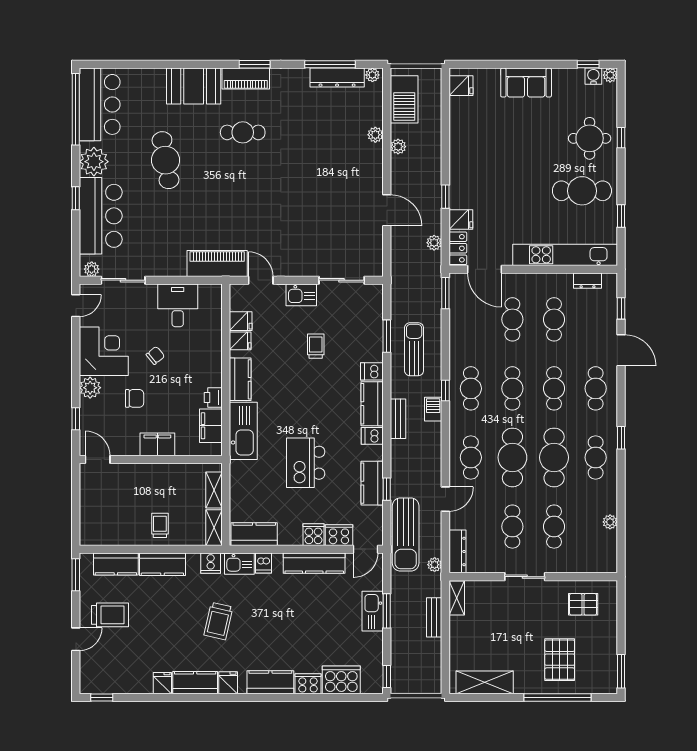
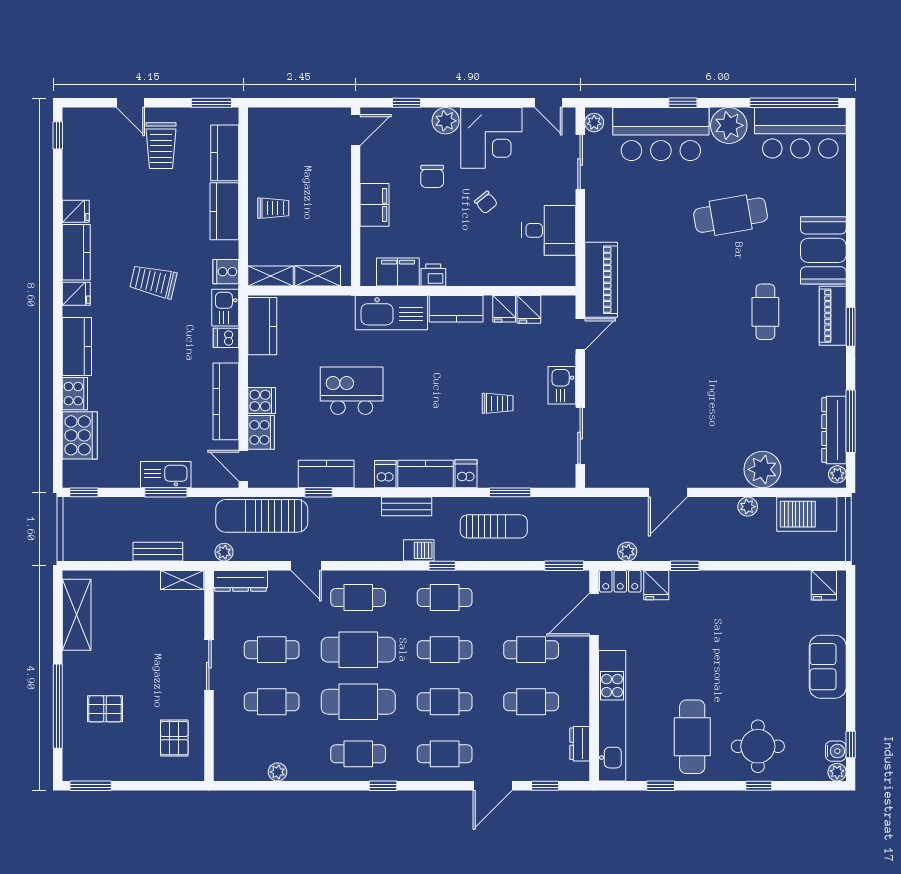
plant: (375, 135) -> (762, 469), width x1.87, depth x1.87
pallet: (560, 660) -> (105, 709), width x0.67, depth x0.71

